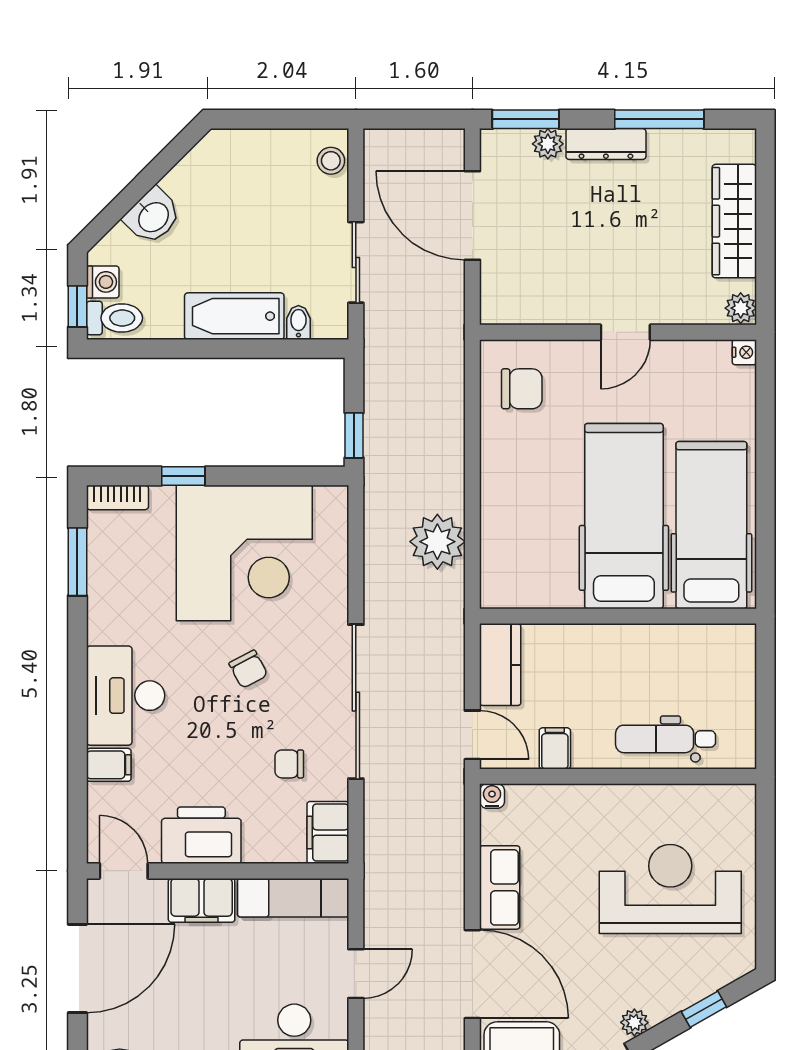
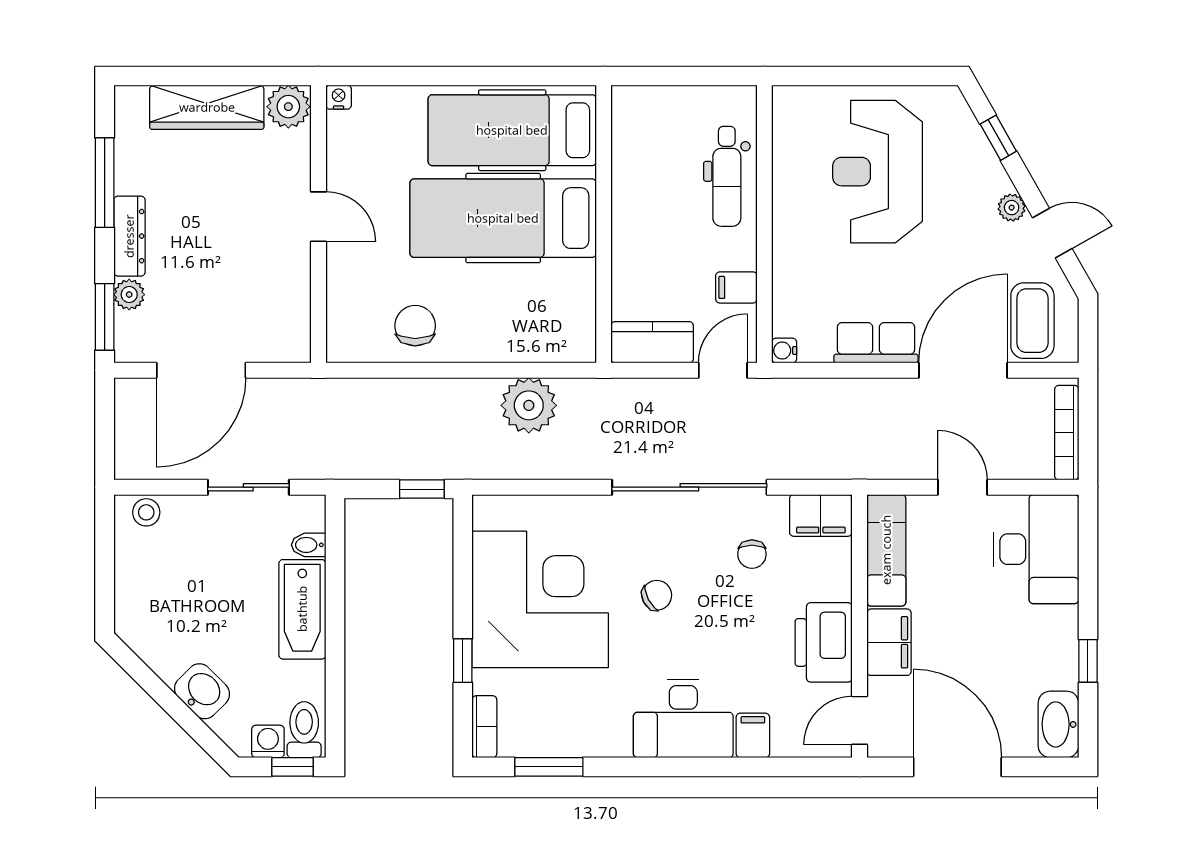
plant: (741, 308) -> (288, 107), width x1.38, depth x1.38
chair: (522, 389) -> (415, 326), moved

